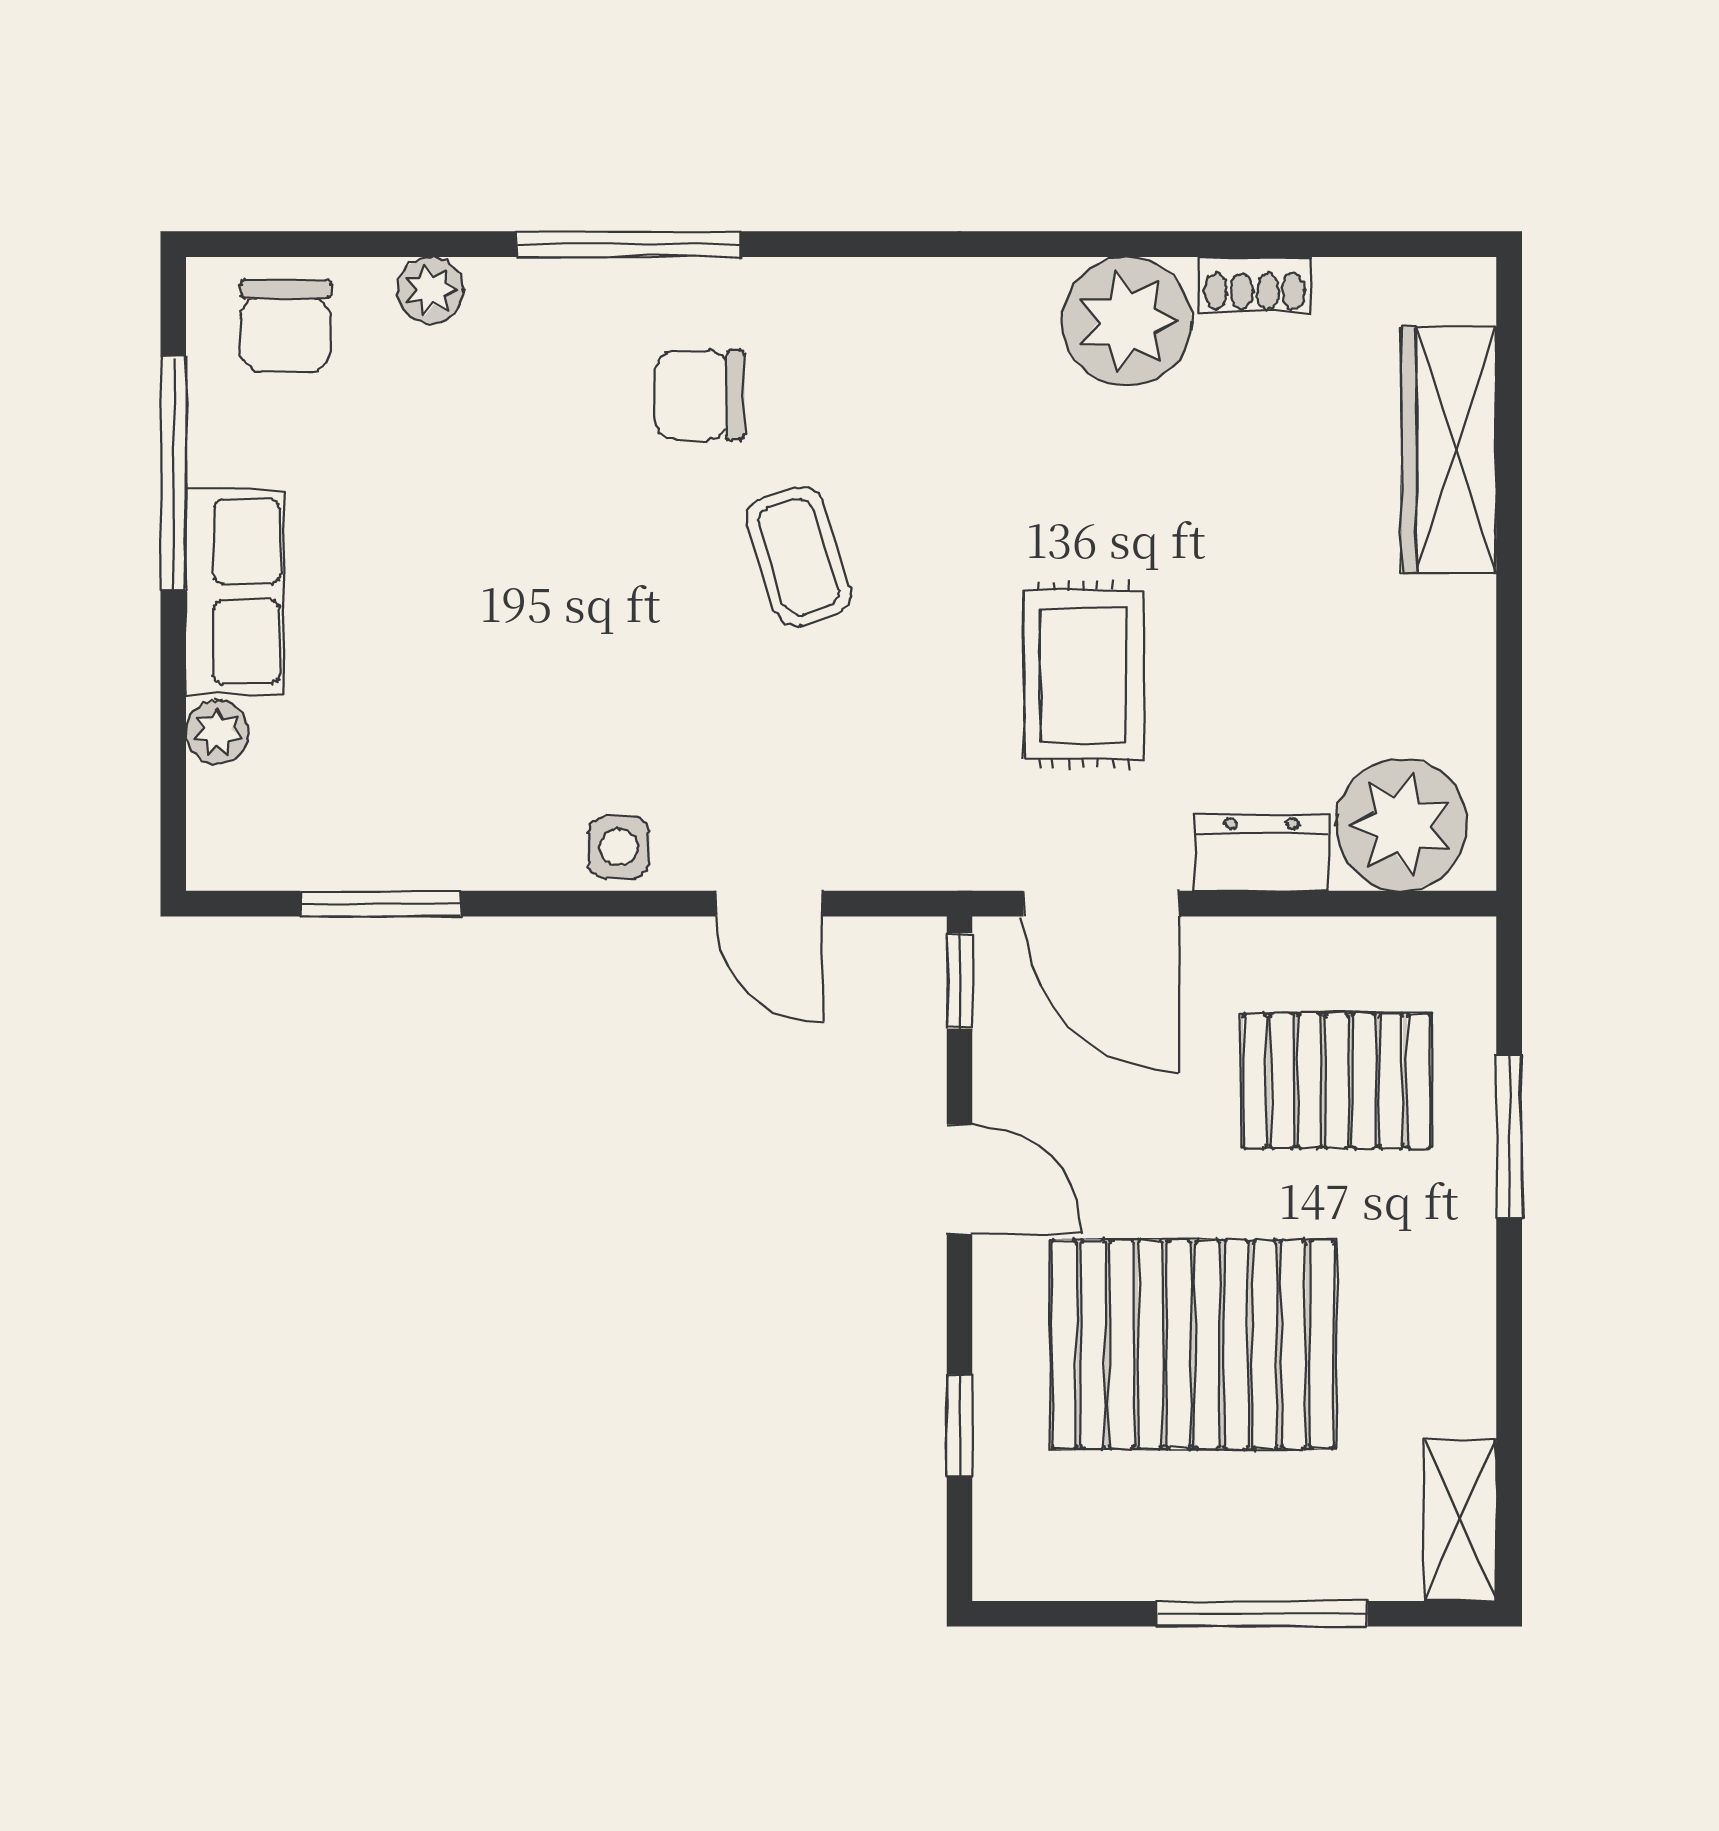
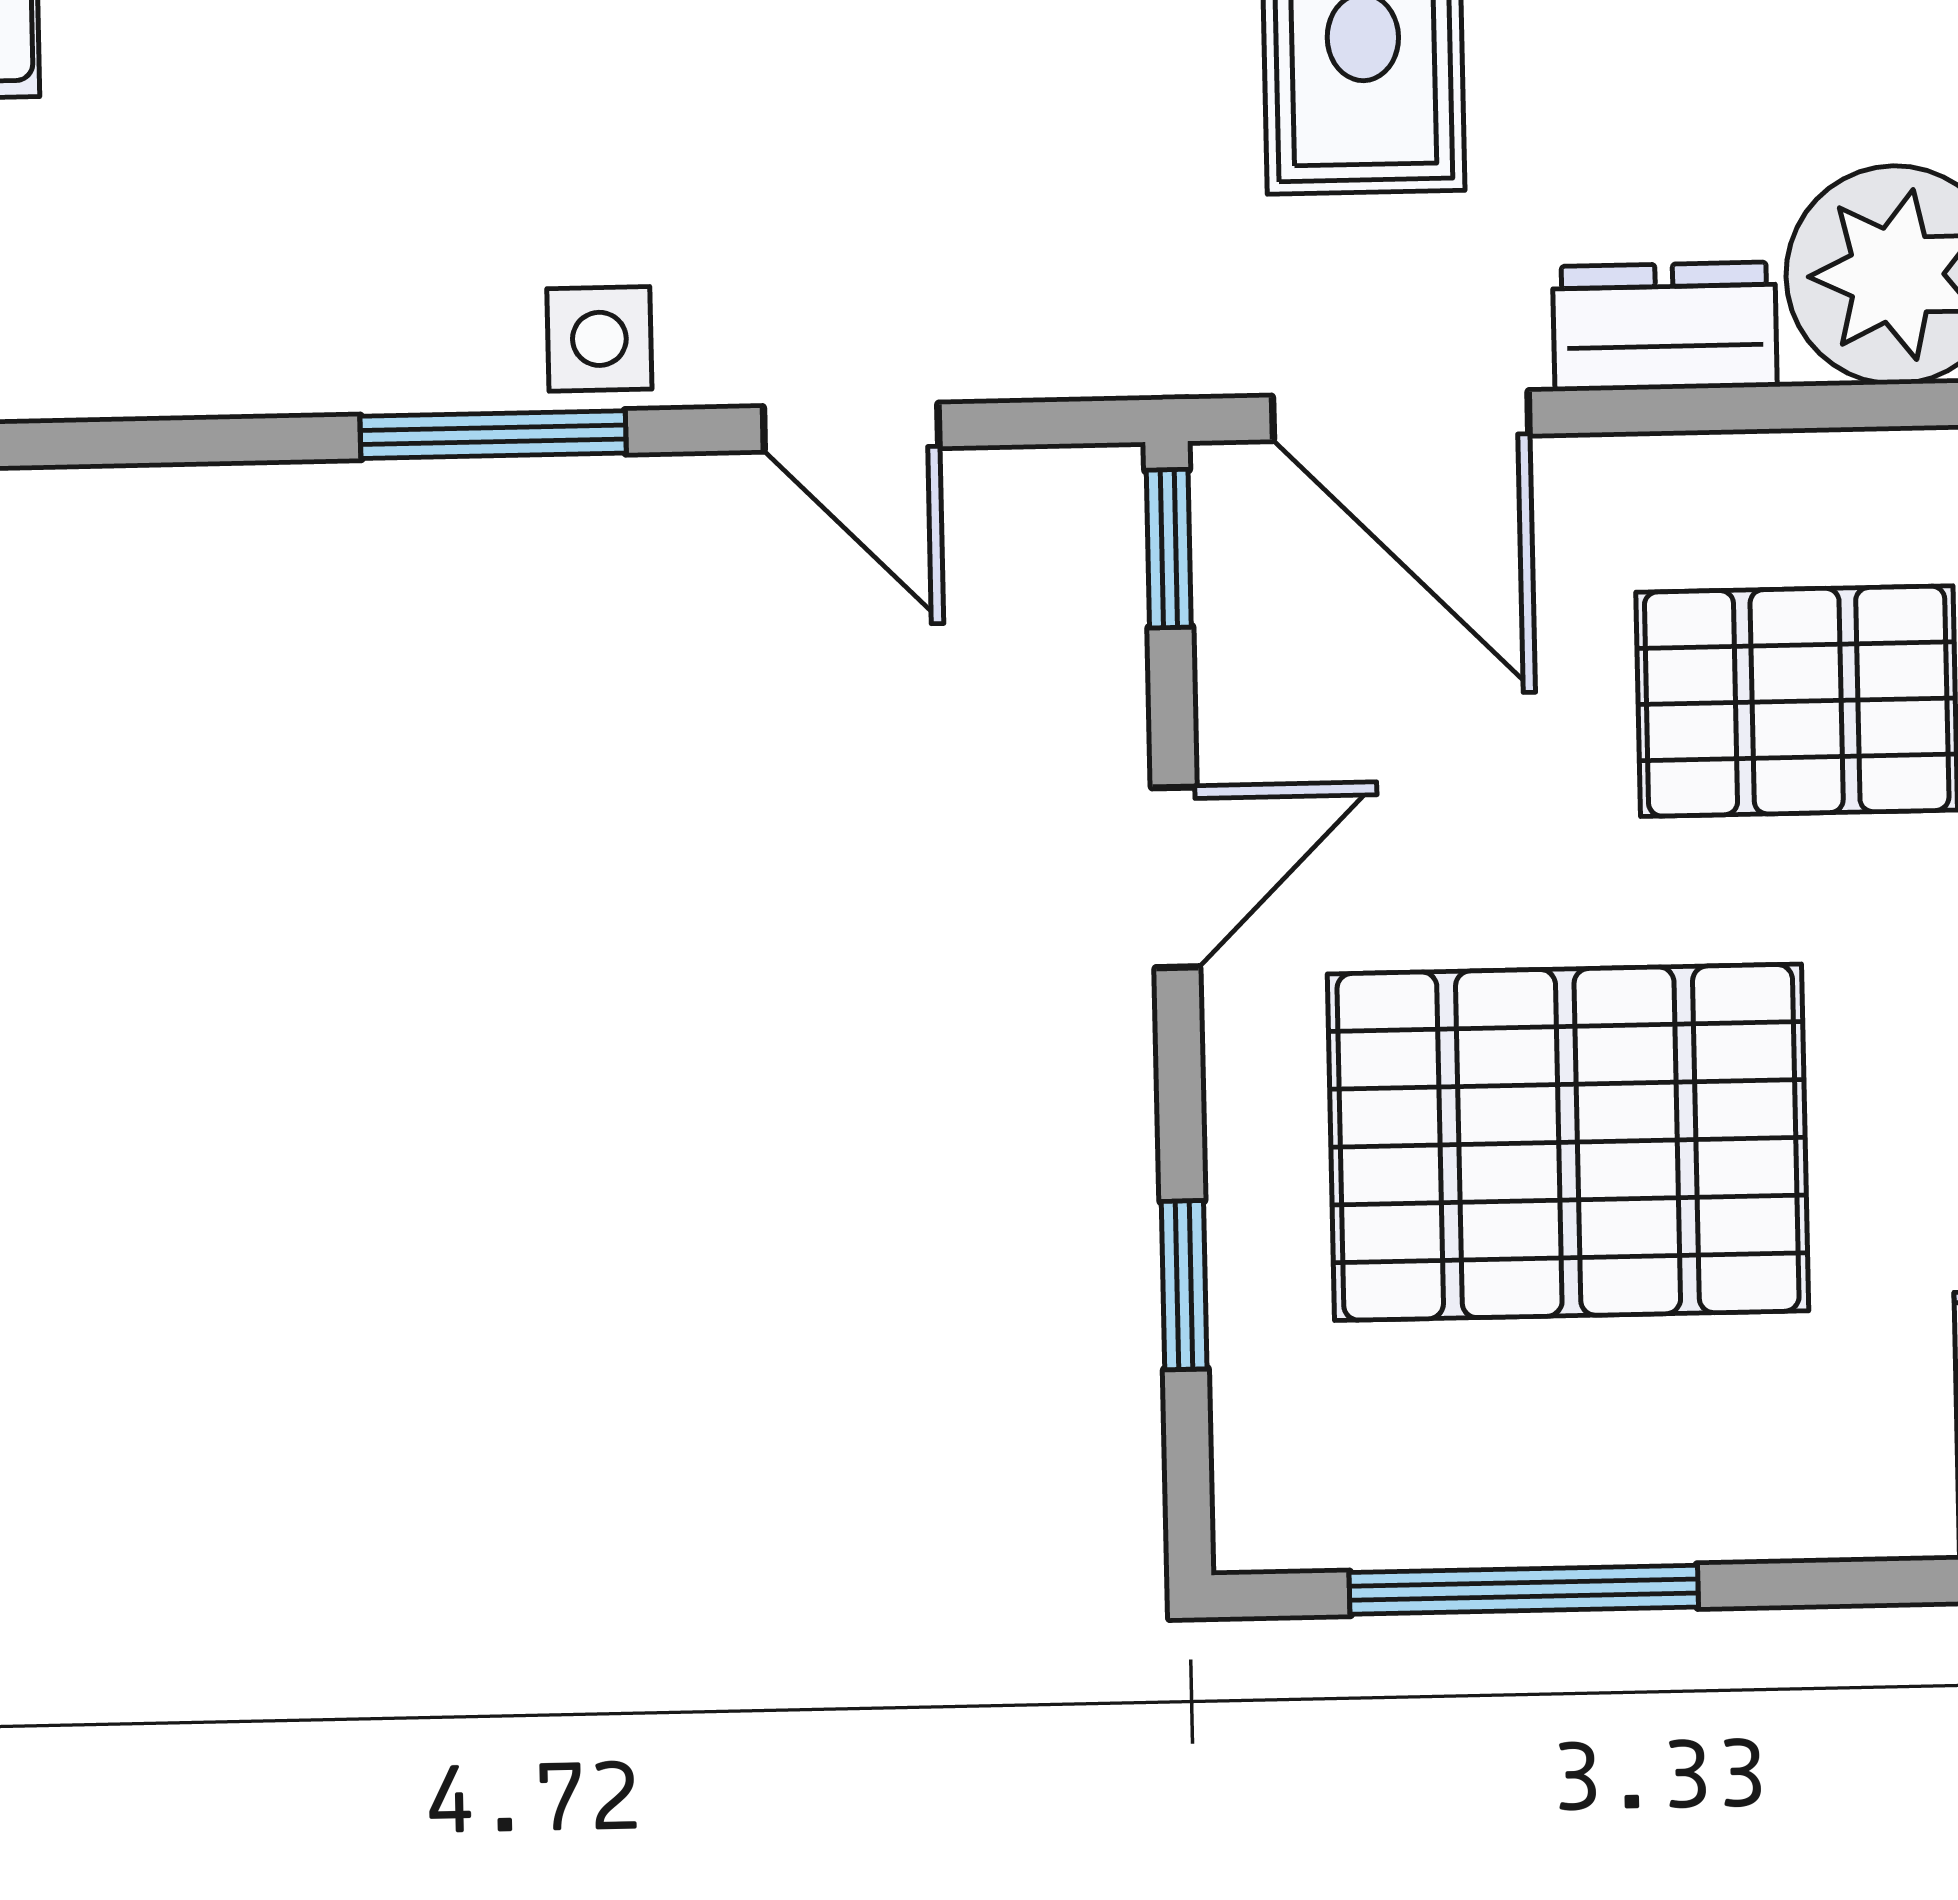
window: (381, 904) -> (493, 435), moved
door: (960, 1179) -> (1176, 877), hinge flipped
window: (1262, 1614) -> (1524, 1590), moved

